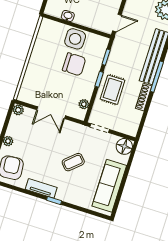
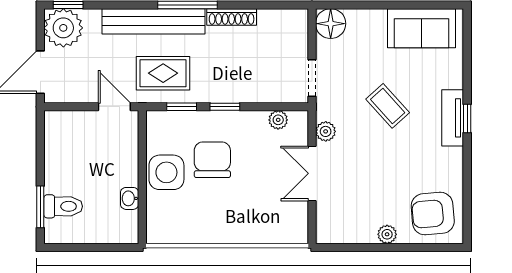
rug: (113, 90) -> (163, 73), moved
plant: (18, 110) -> (326, 131), moved
double door: (51, 113) -> (312, 173), swing flipped
sofa: (109, 186) -> (422, 28), width x0.73
tv unit: (41, 188) -> (453, 118), moved

